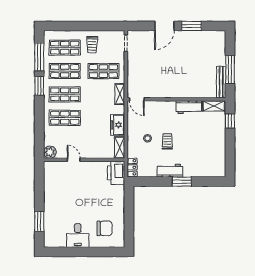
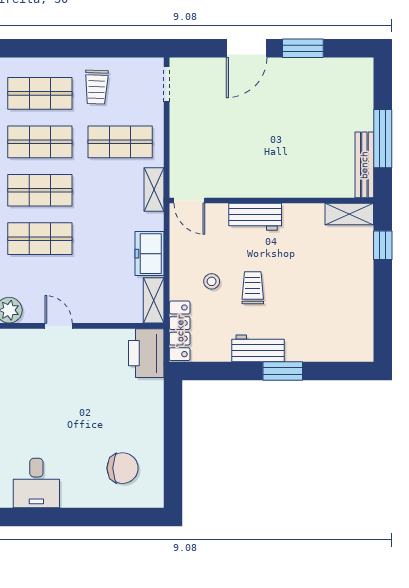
workbench: (189, 107) -> (255, 217), moved
locker: (132, 167) -> (180, 331), width x1.53
desk: (78, 236) -> (36, 483), moved

